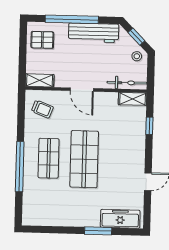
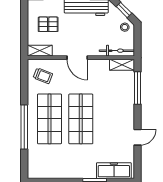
pallet: (42, 40) -> (48, 24), moved
window: (149, 126) -> (137, 88), width x2.17
shop shelf: (49, 158) -> (49, 119), width x1.43, depth x1.36

